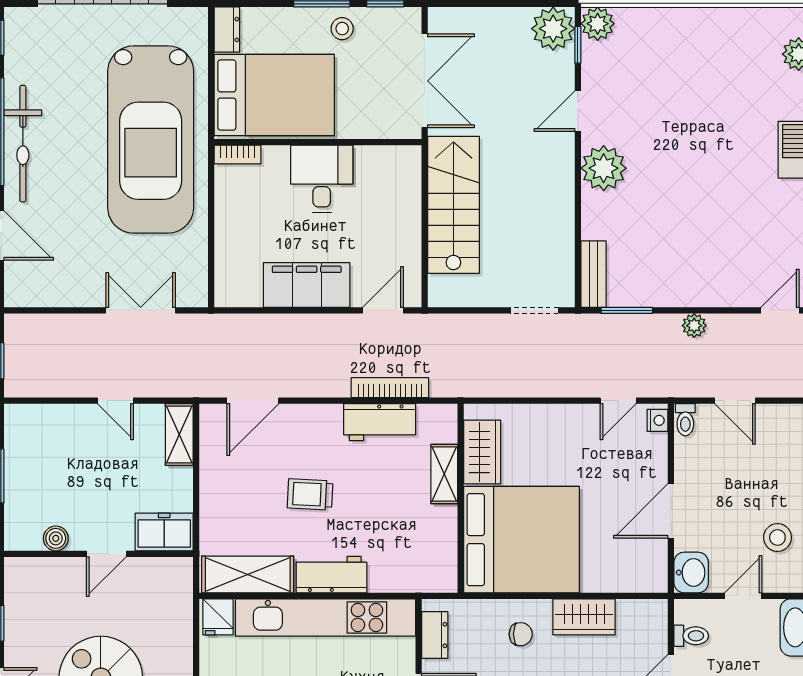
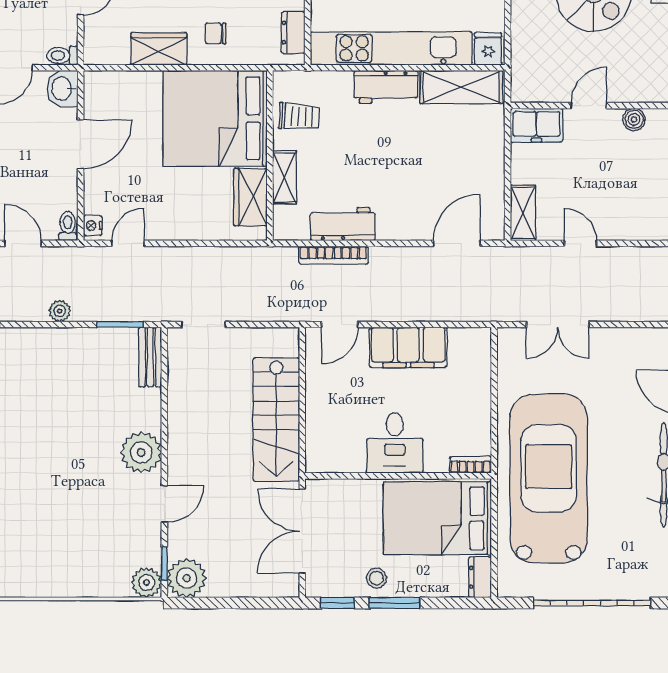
trolley: (310, 494) -> (299, 116), moved
toilet: (691, 636) -> (62, 56), moved

